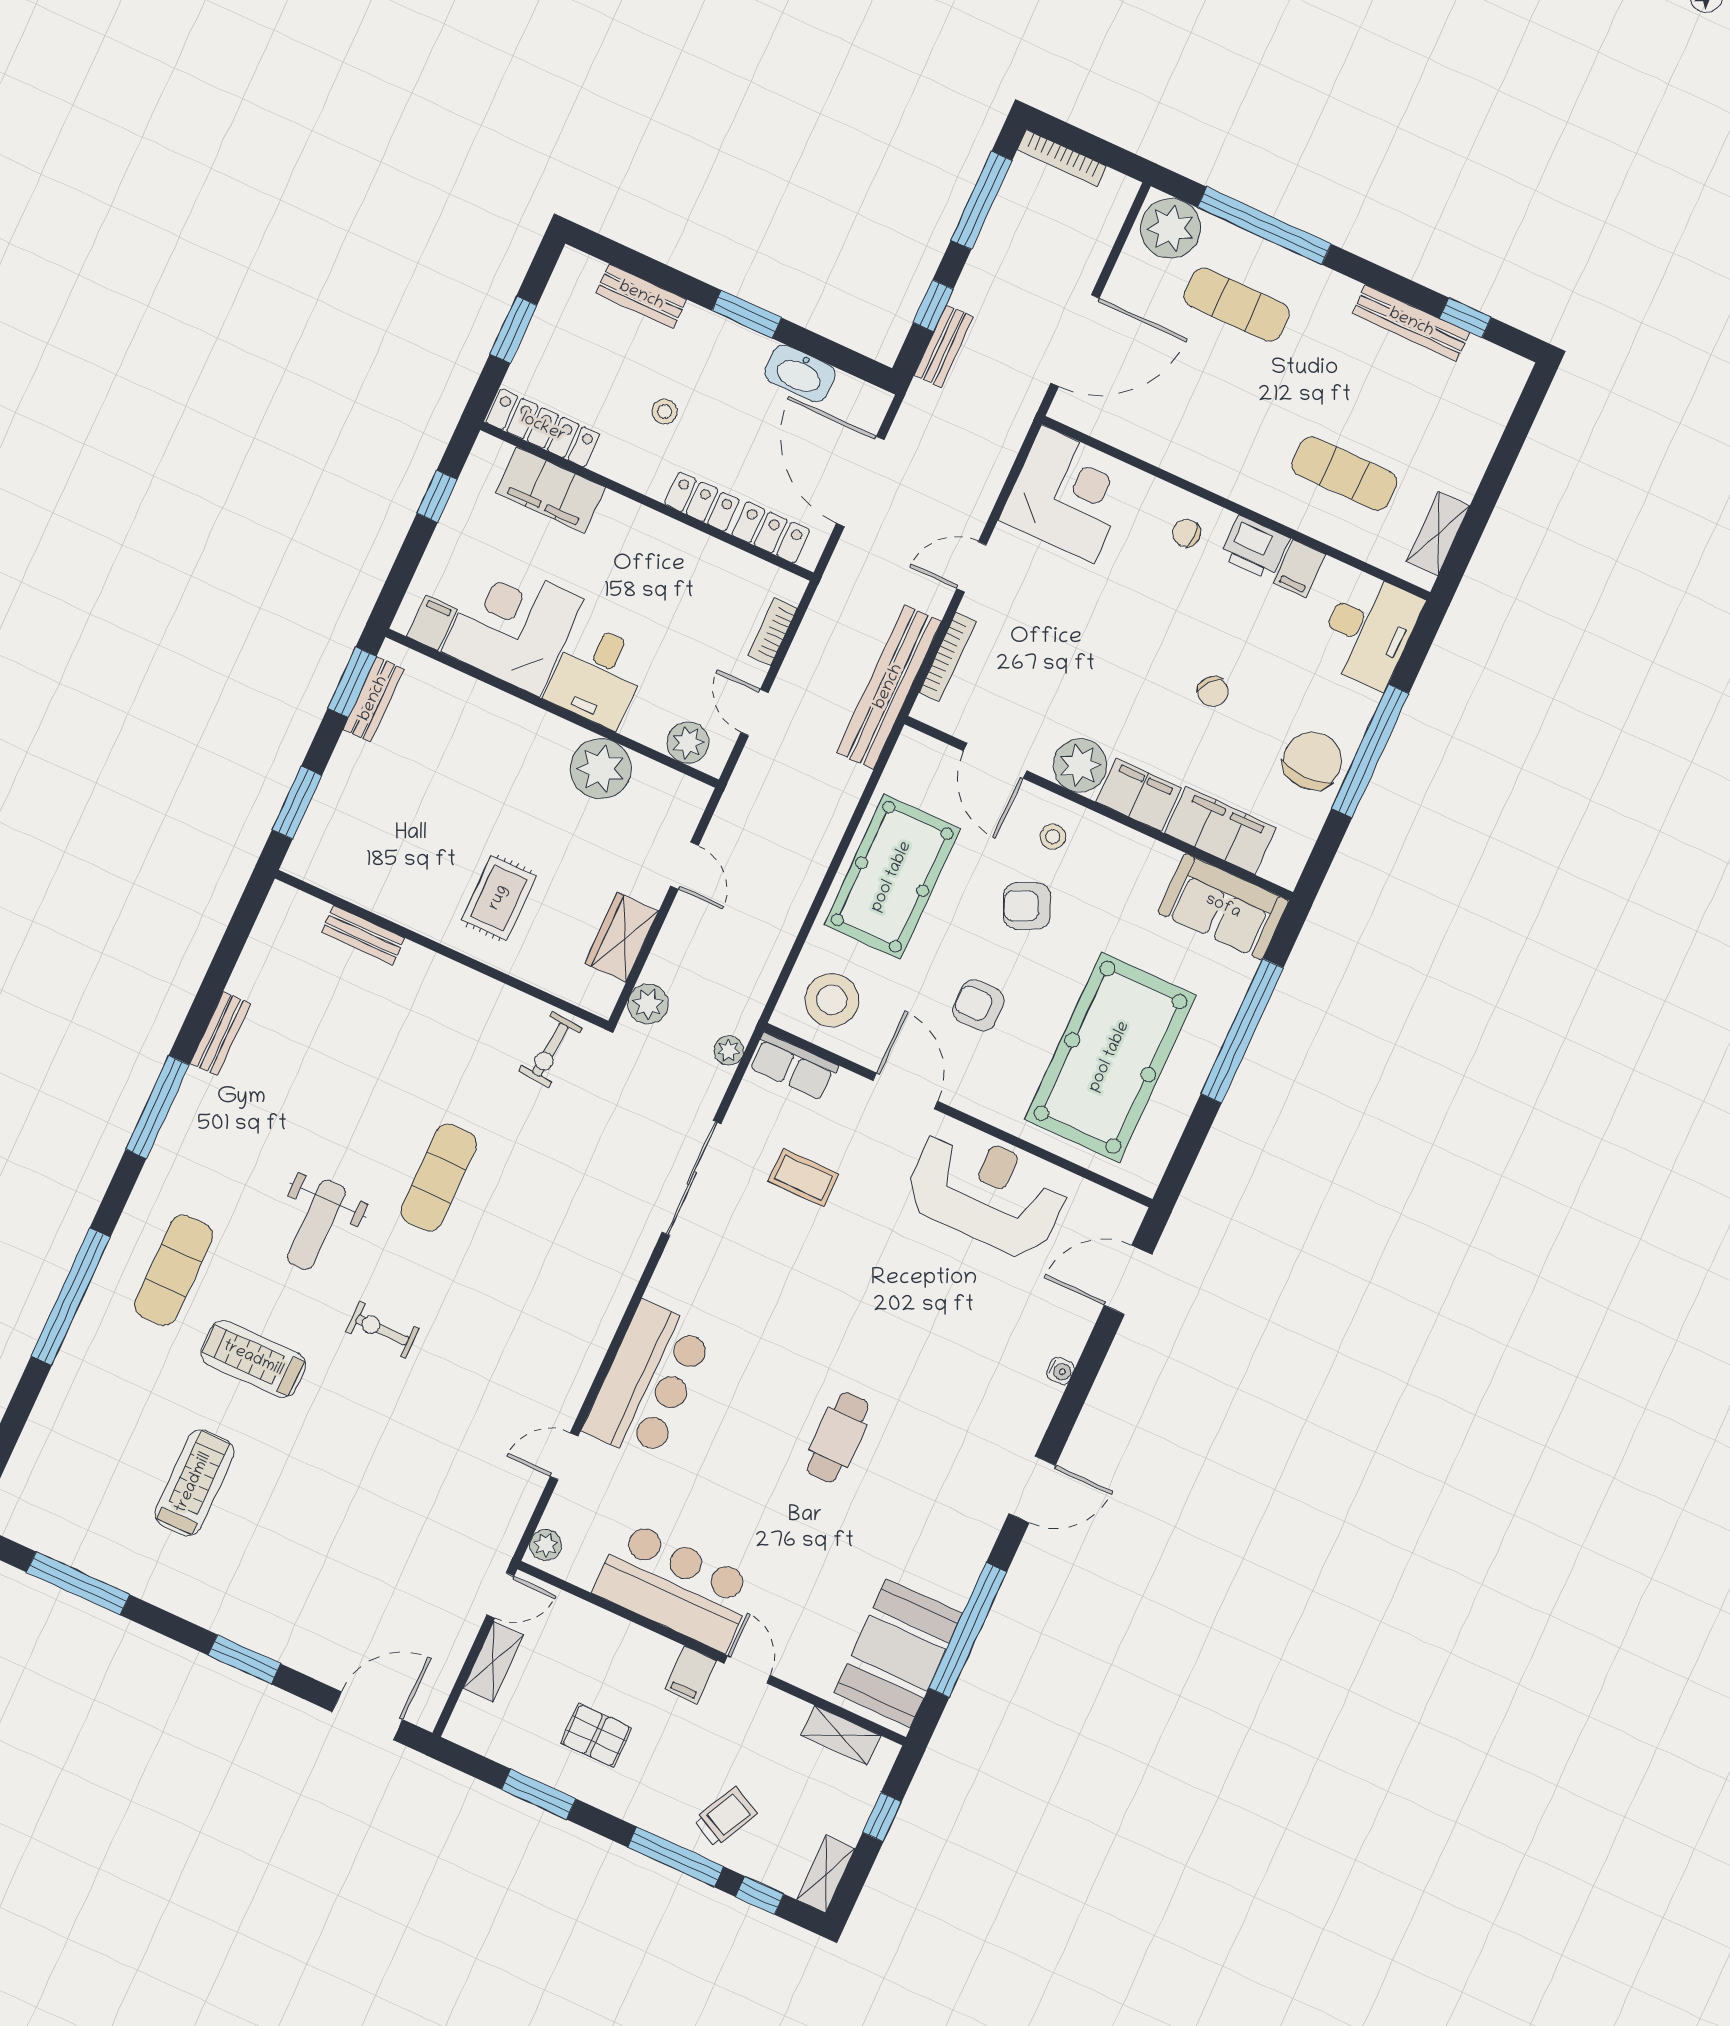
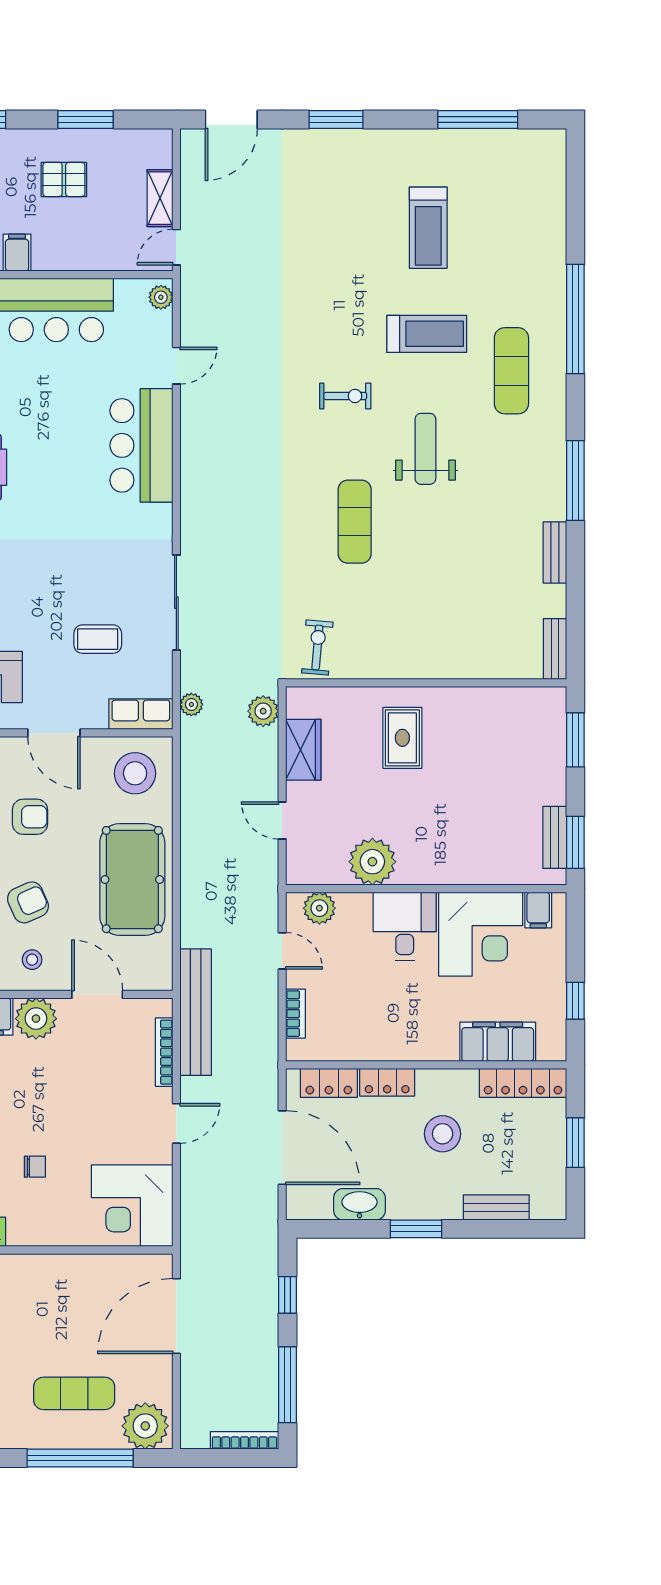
bench: (944, 346) -> (267, 1270), removed
stool: (665, 412) -> (443, 1134), width x1.89, depth x1.89
chair: (1186, 533) -> (35, 1167), moved
bench: (363, 935) -> (555, 649), moved, turned 90

